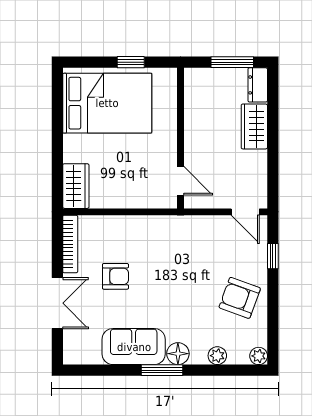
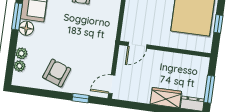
plant: (259, 356) -> (19, 66), moved

